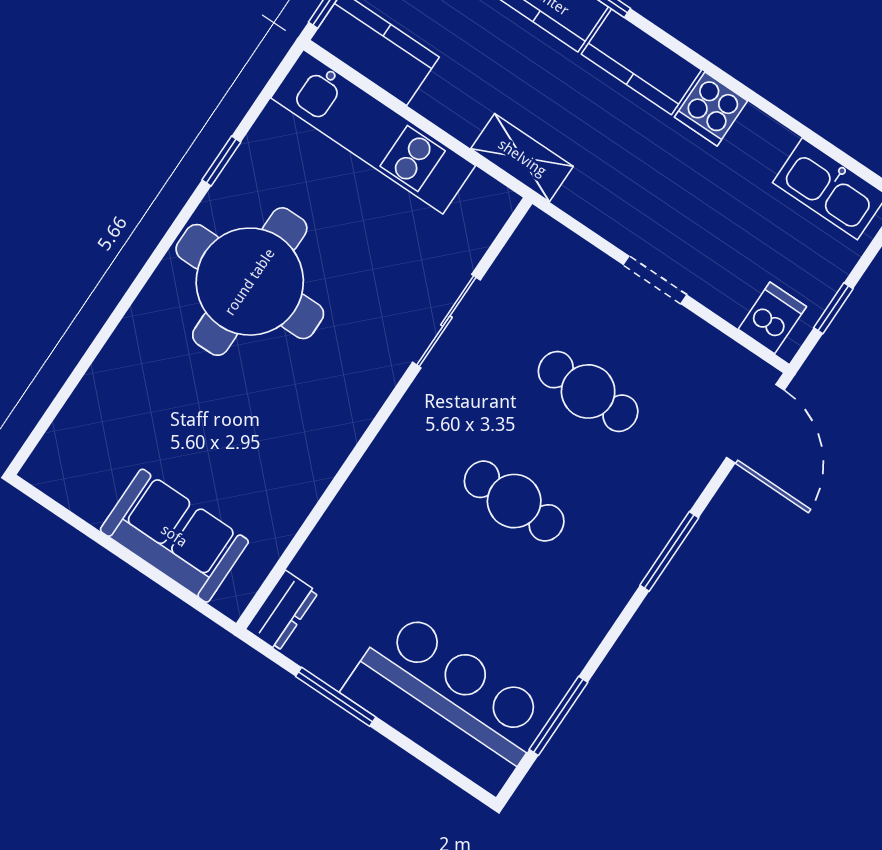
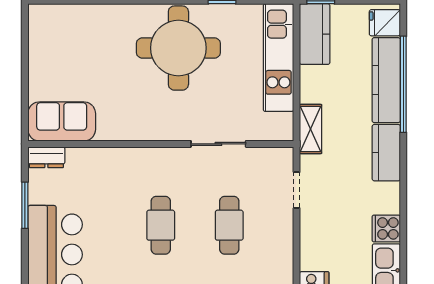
cooker: (711, 109) -> (386, 228), moved
doorway: (655, 280) -> (297, 190), moved
sofa: (174, 536) -> (62, 121), moved, turned -90

